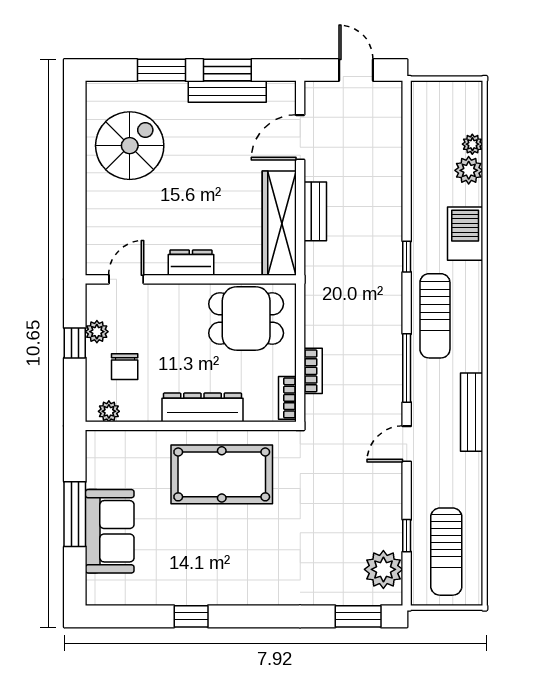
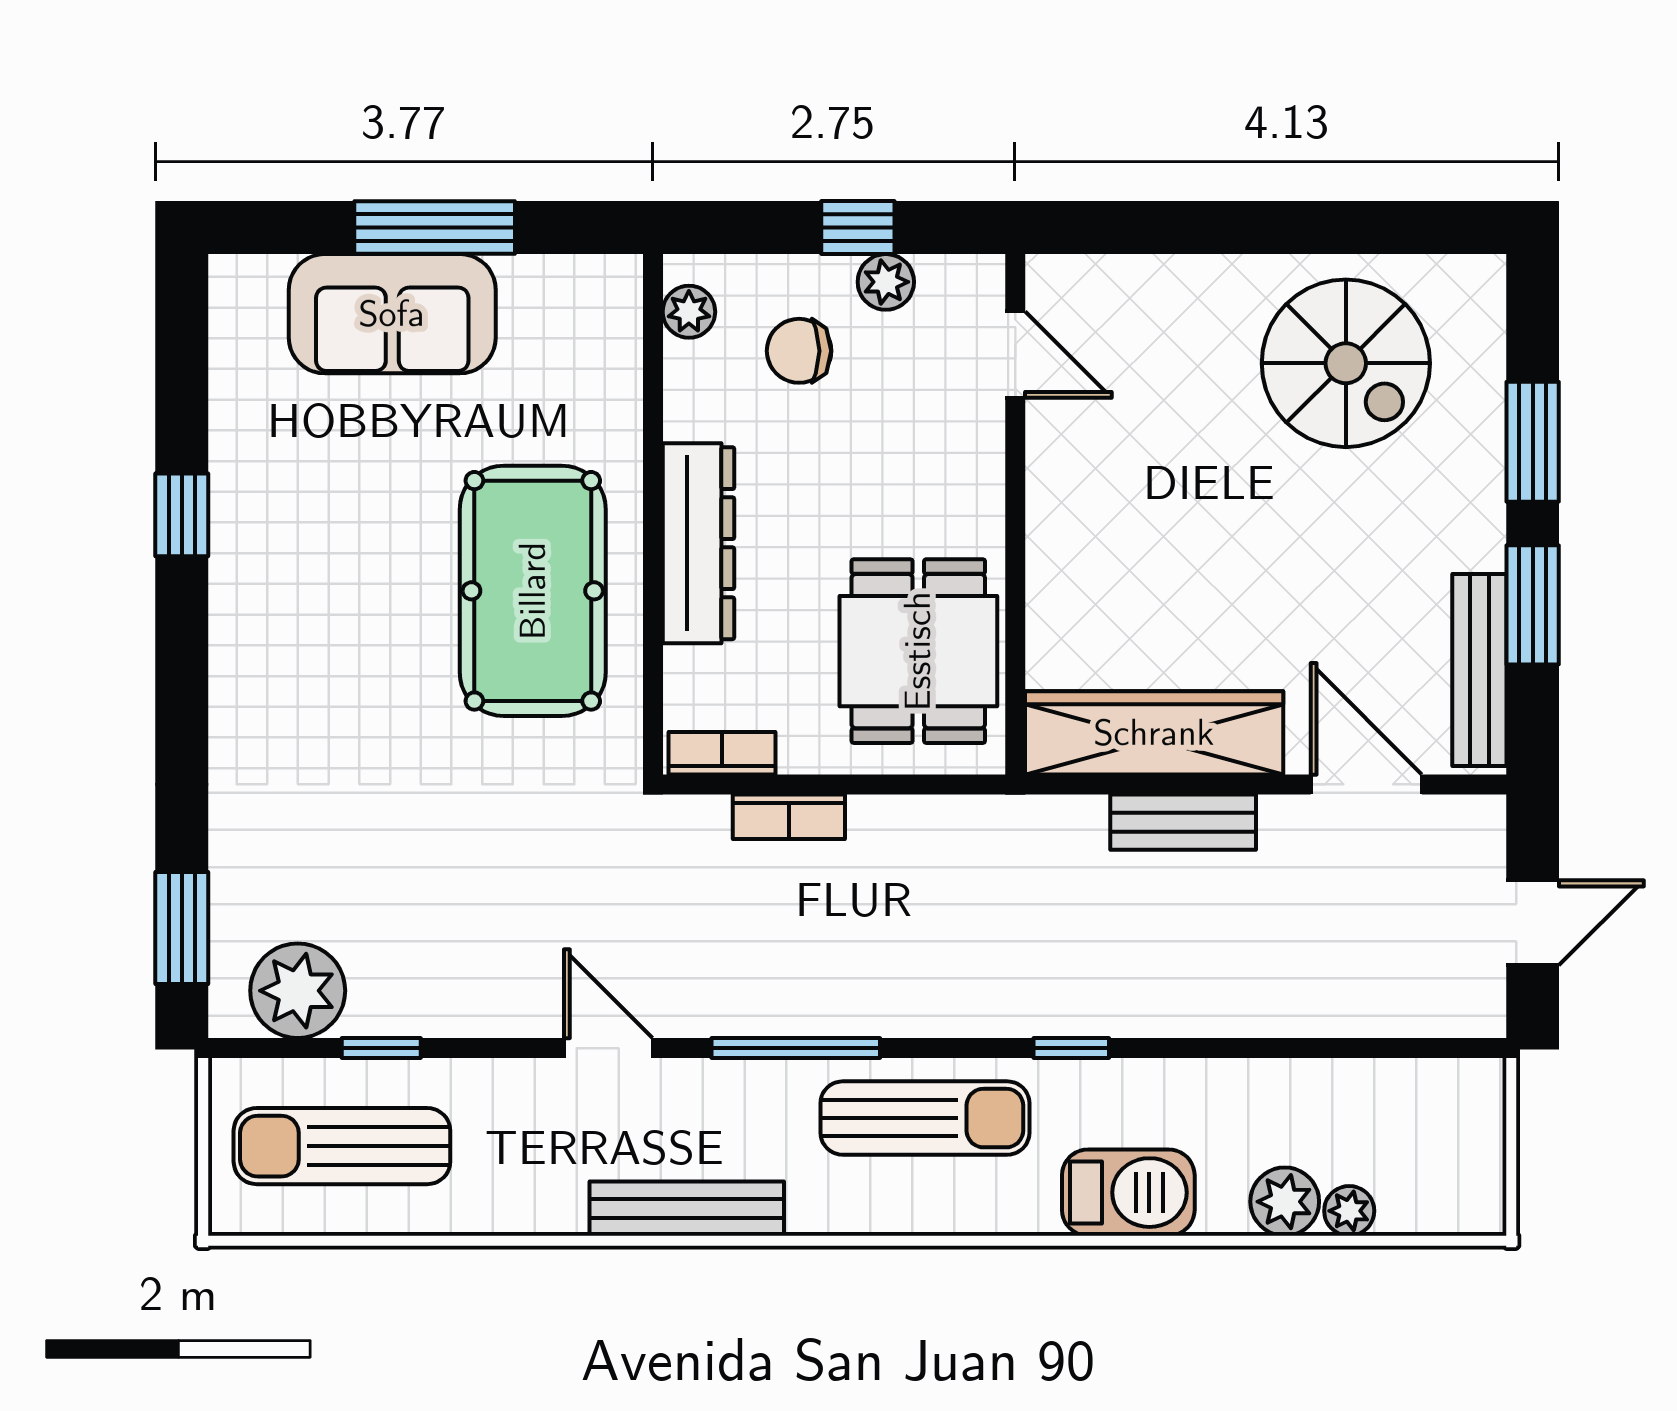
bench: (227, 92) -> (1479, 670), moved
dresser: (191, 263) -> (1057, 515), removed
sun lounger: (435, 316) -> (925, 1118), turned 180

